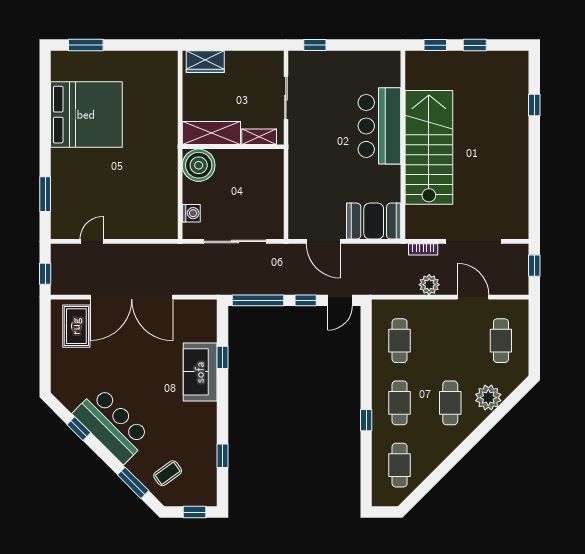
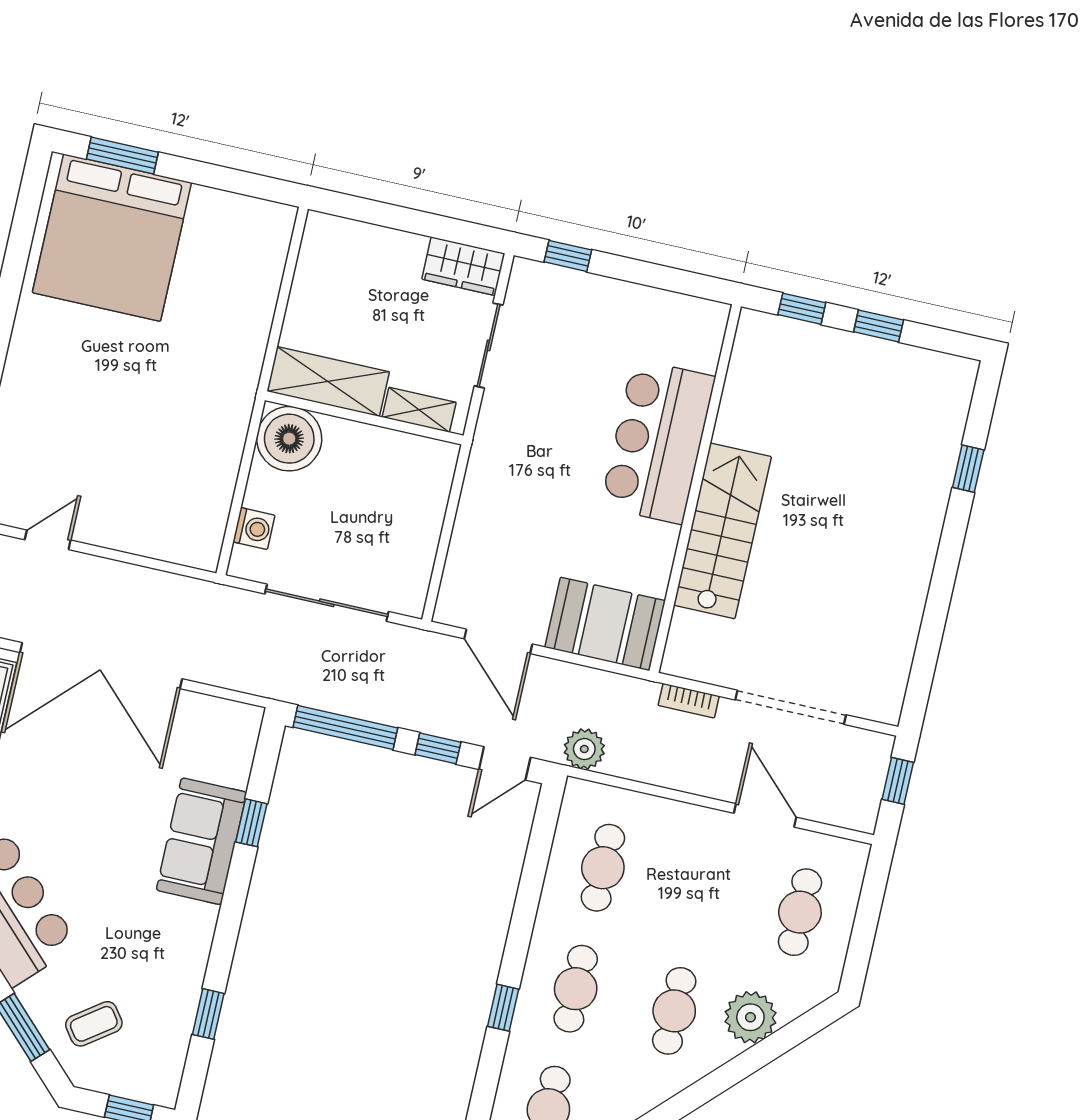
wardrobe: (205, 62) -> (463, 266), moved
bed: (86, 115) -> (112, 238), moved, turned 90
stairs: (429, 147) -> (722, 531), width x0.73, depth x0.66
plant: (429, 285) -> (584, 749), moved

